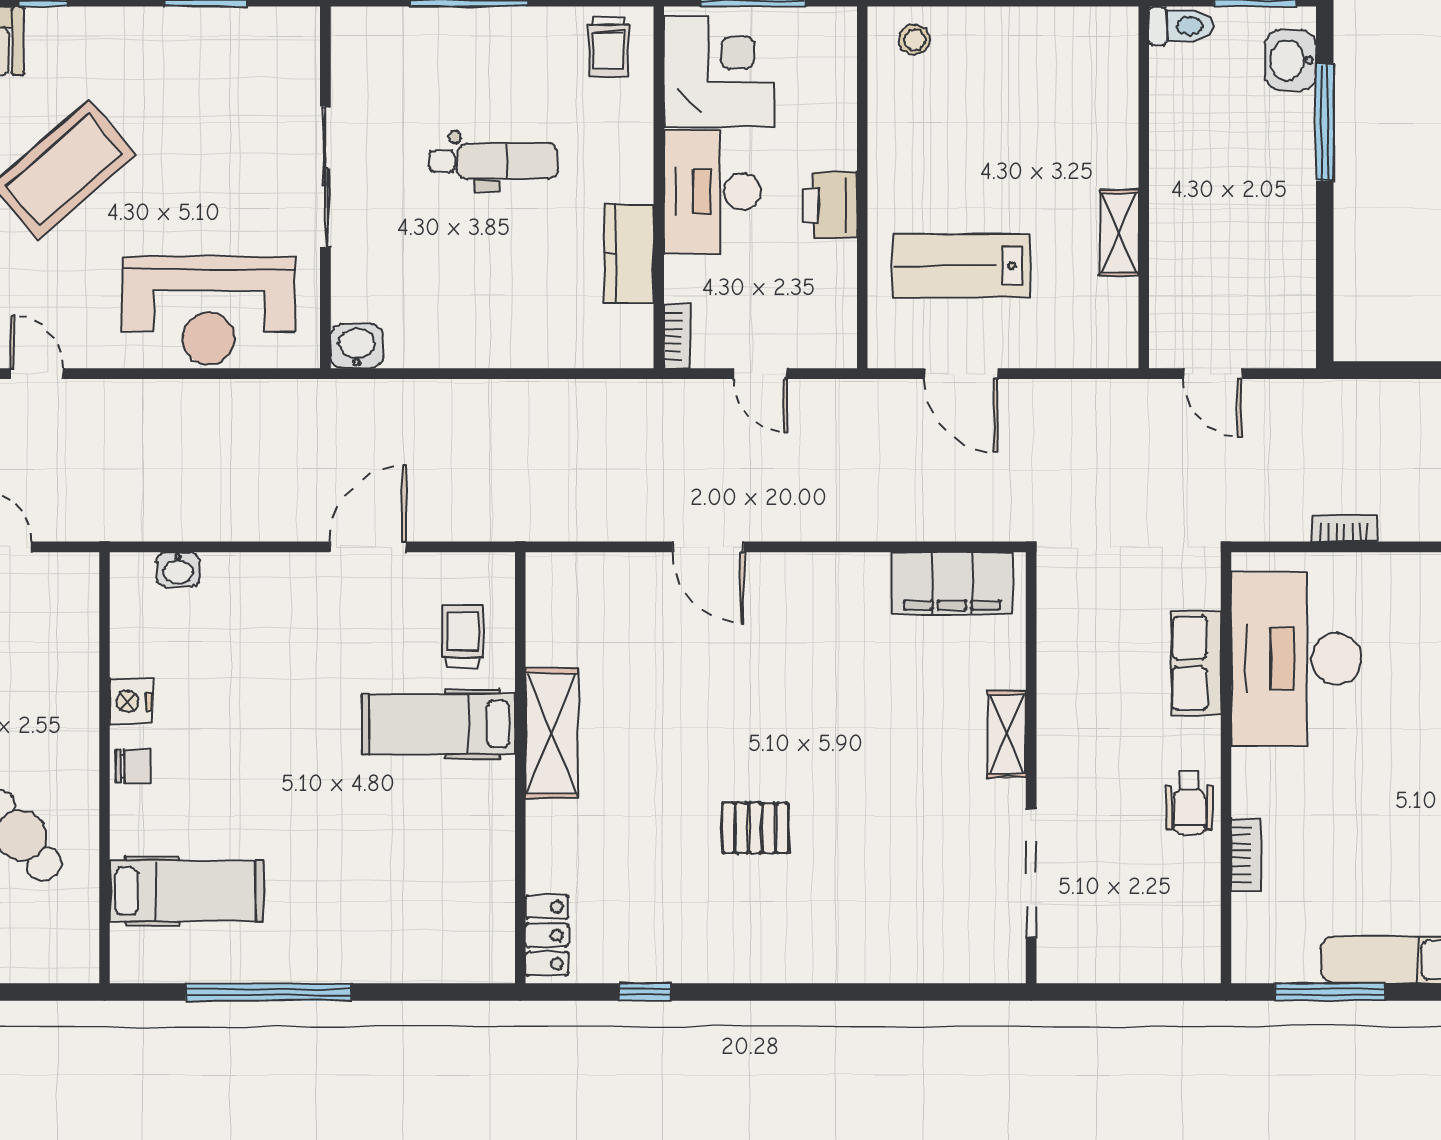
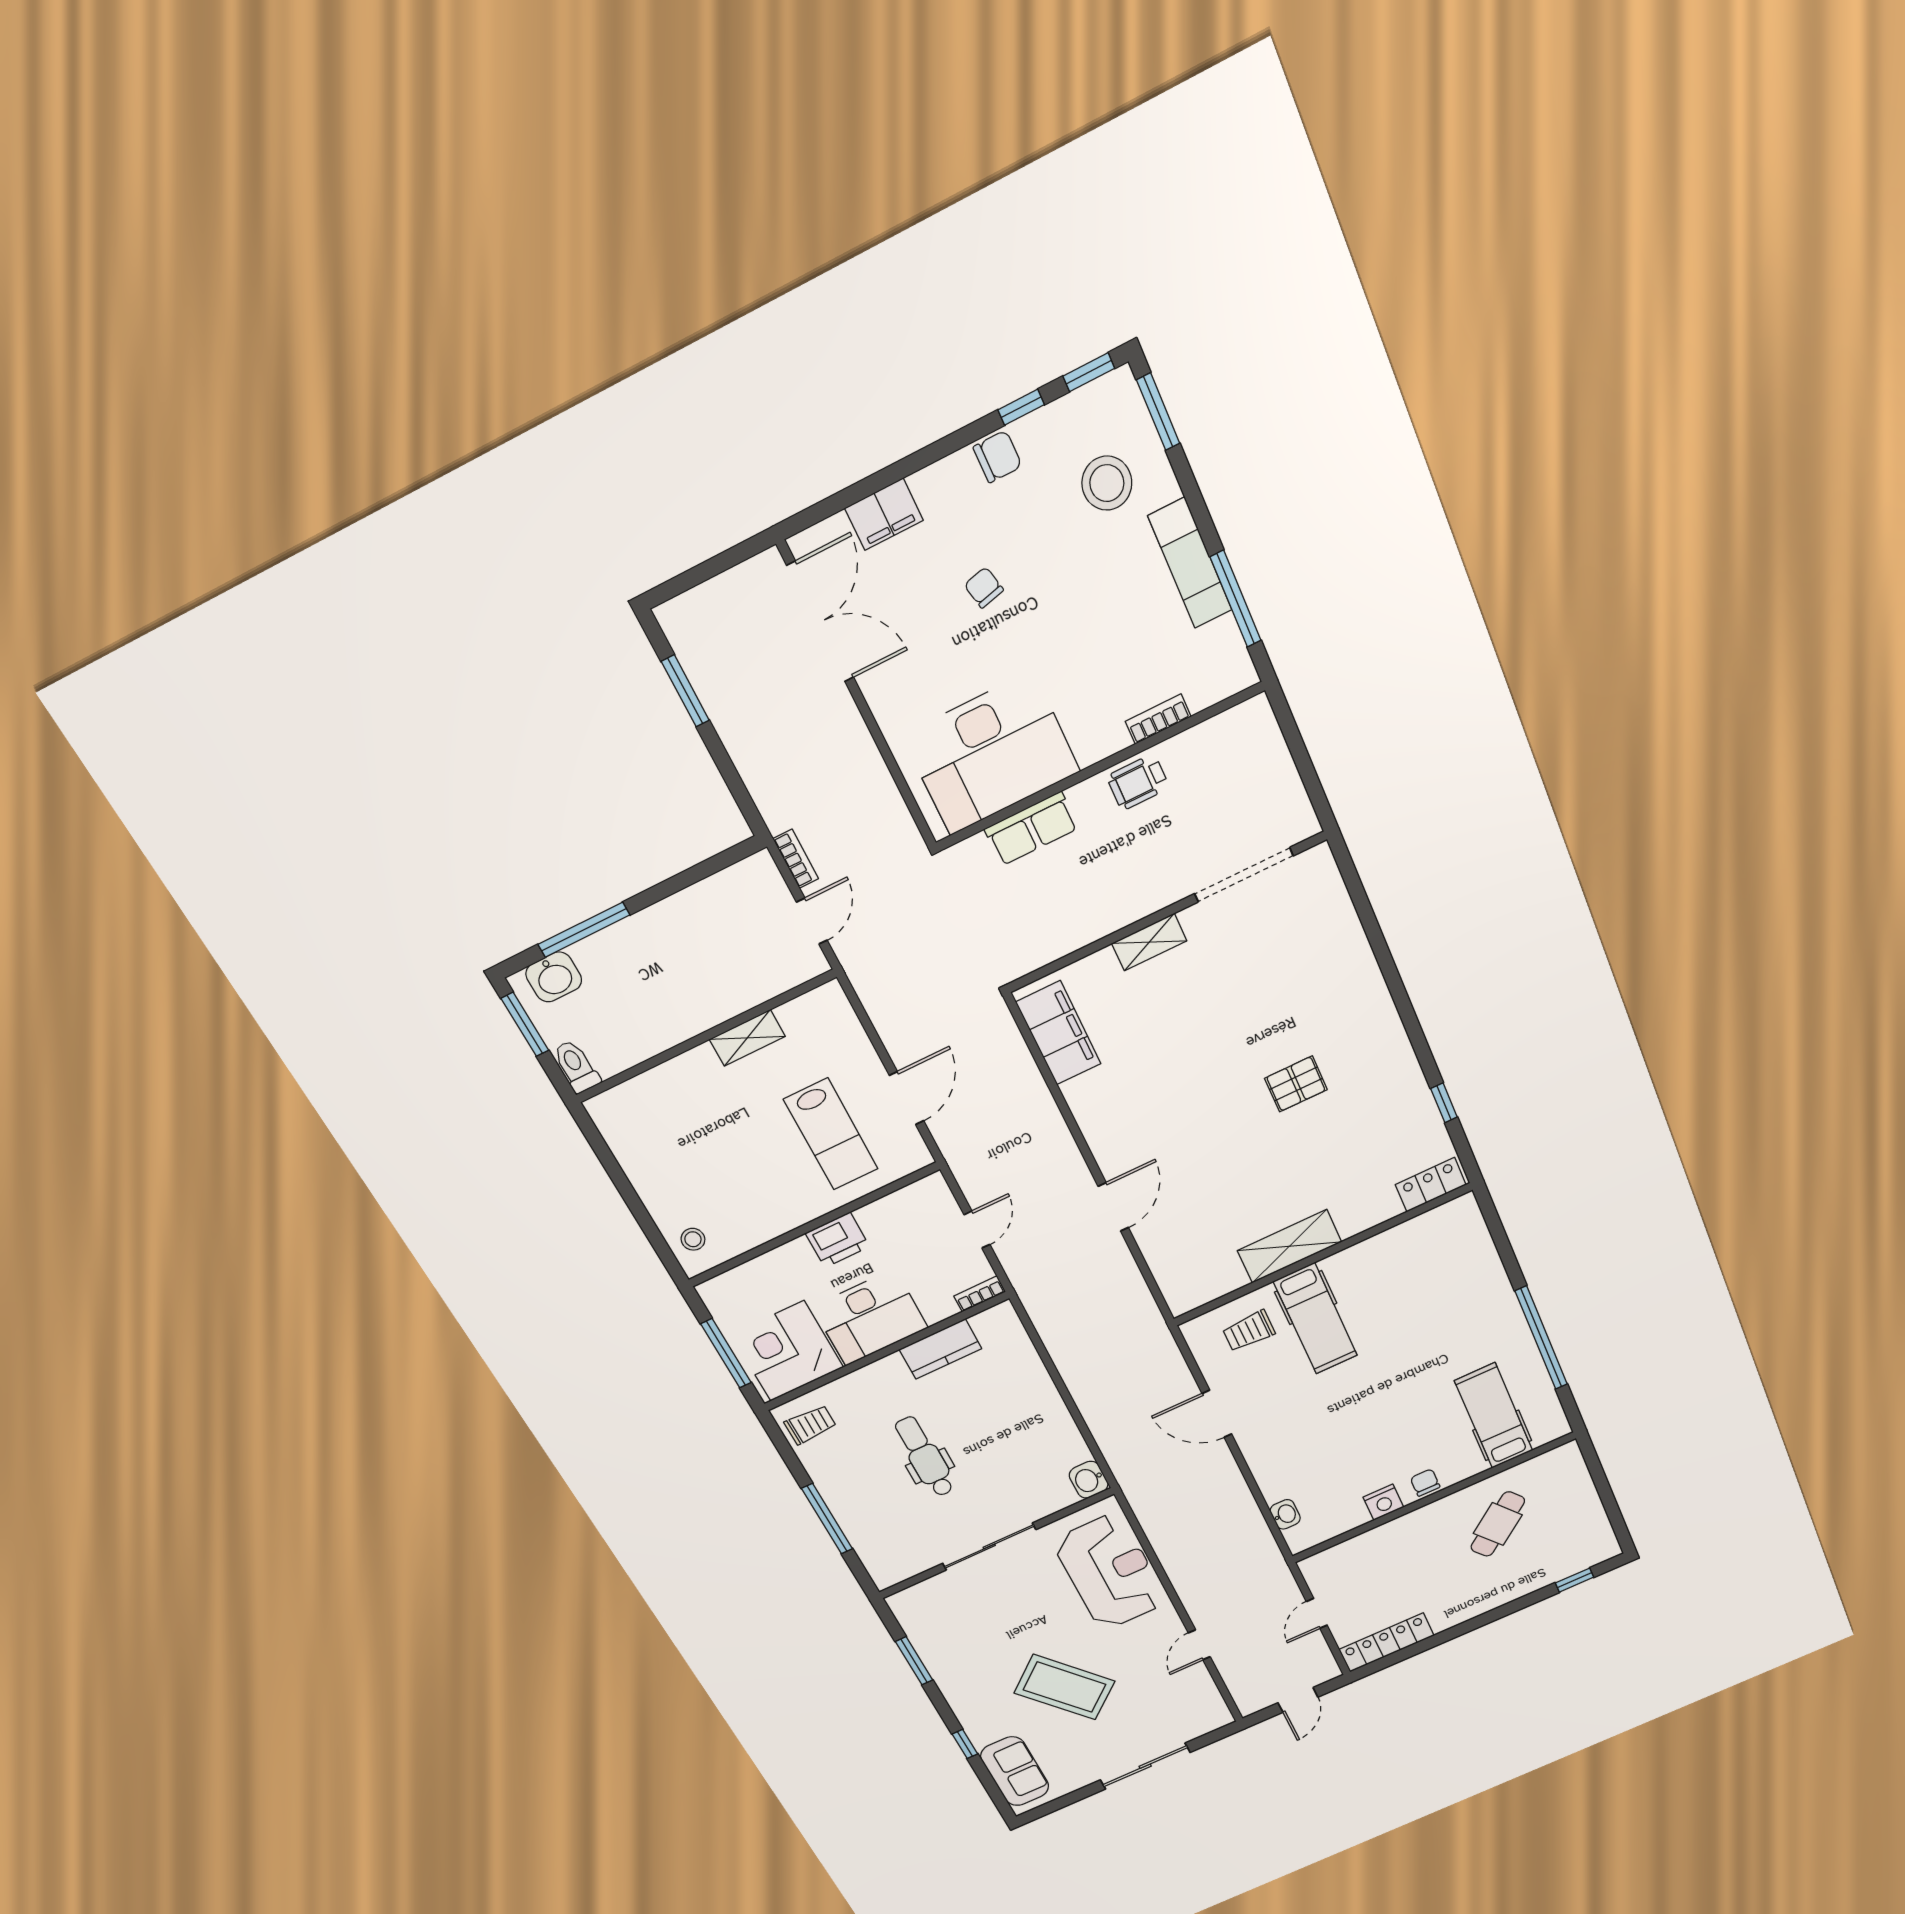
bookcase: (1344, 528) -> (796, 859), moved, turned 180
wheelchair: (1190, 802) -> (1138, 782), turned 180
pallet: (755, 828) -> (1296, 1084), turned 90

